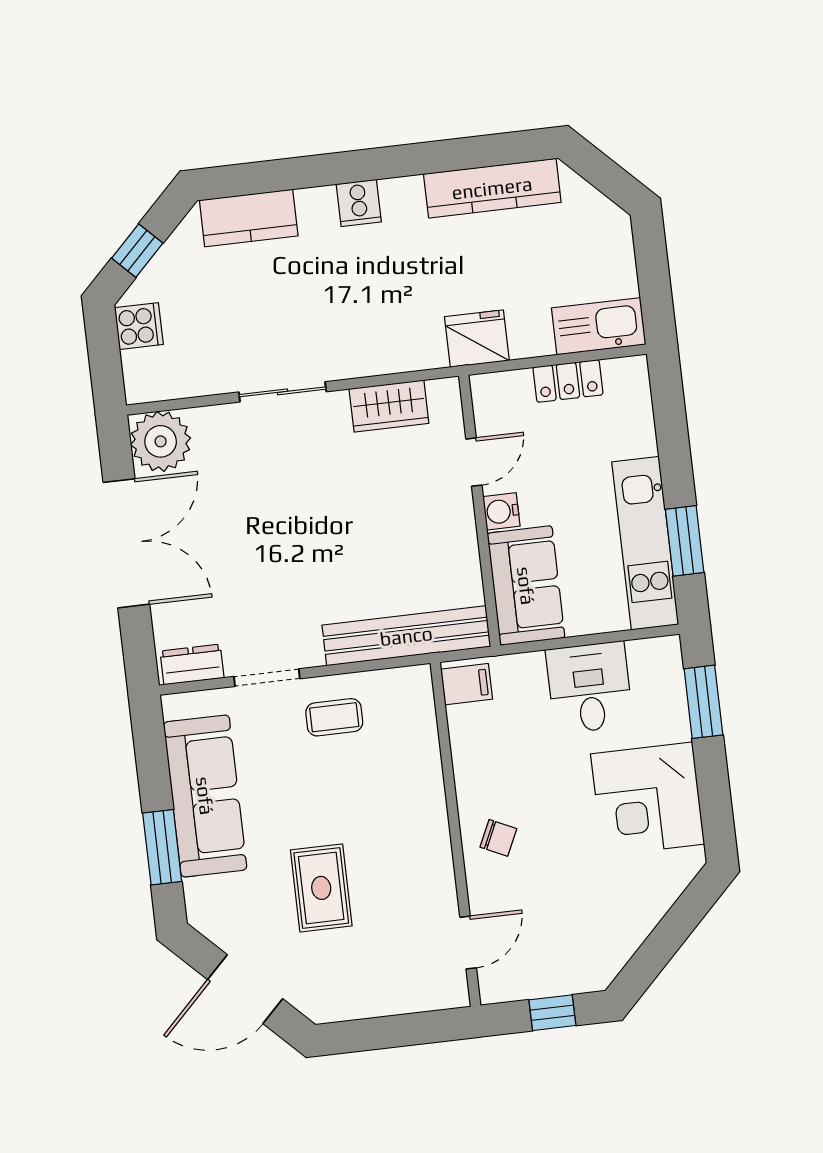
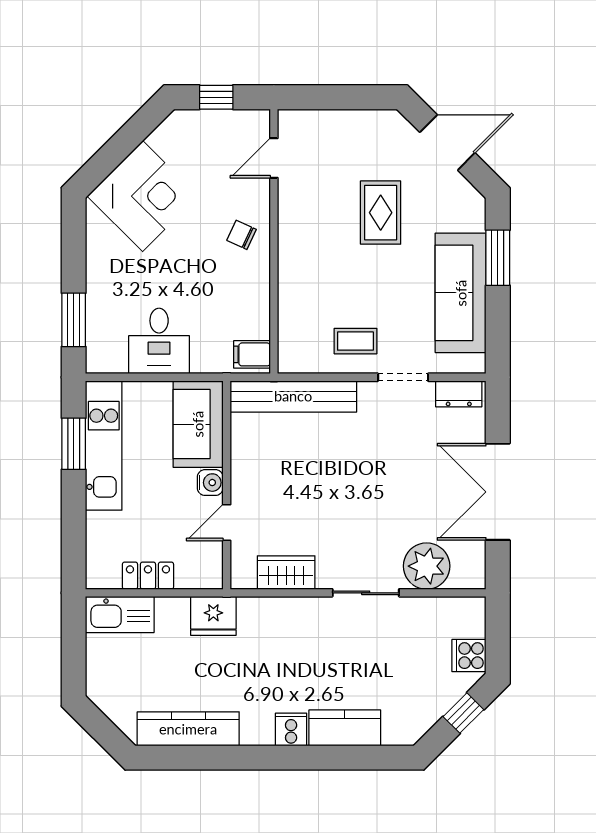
kitchen counter: (249, 218) -> (345, 728), moved
plant: (161, 441) -> (427, 566), moved
corner desk: (648, 799) -> (143, 196), moved, turned 45

